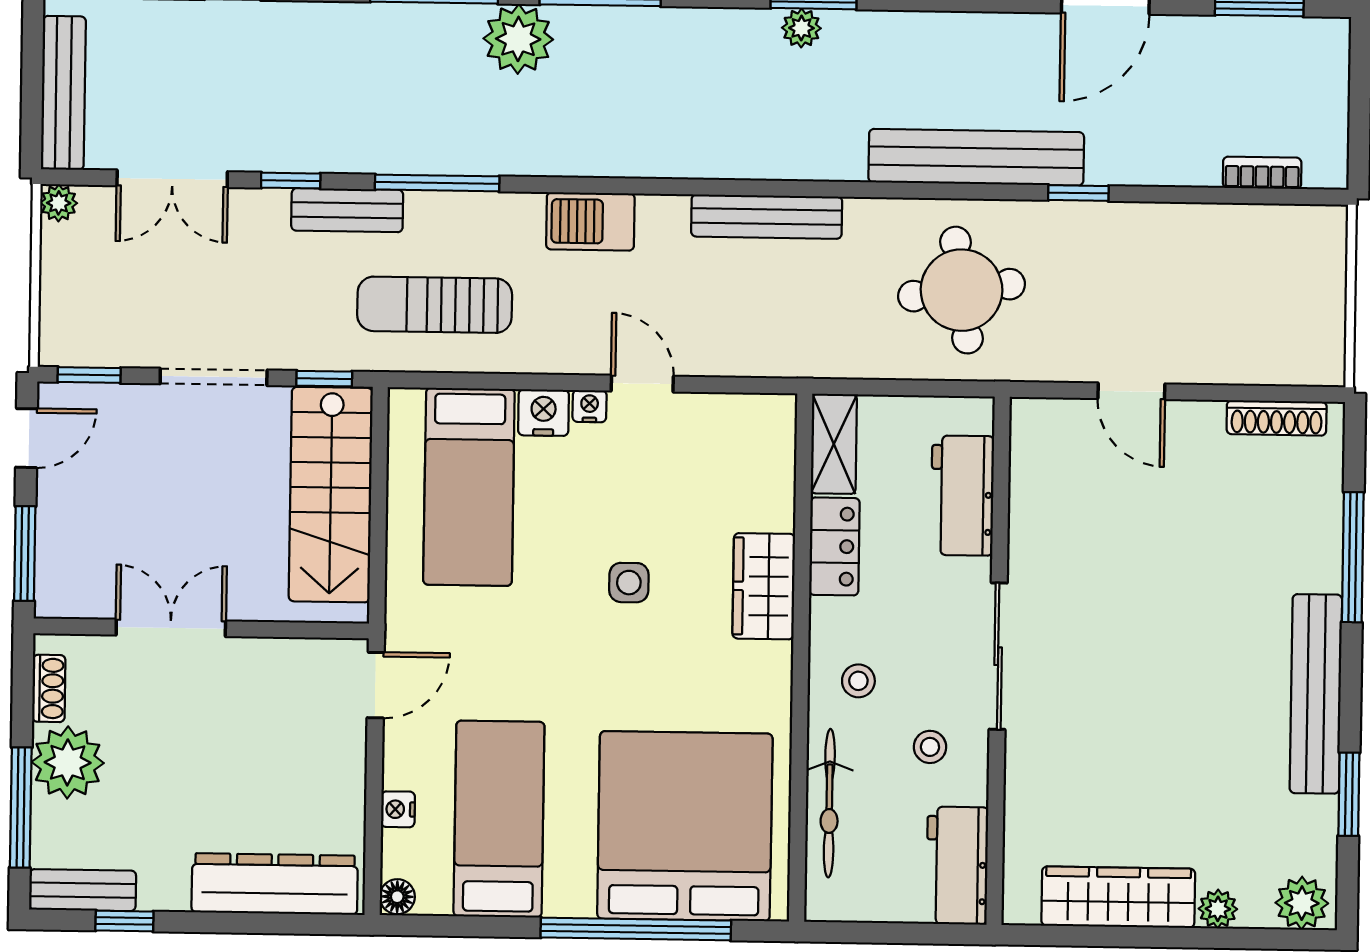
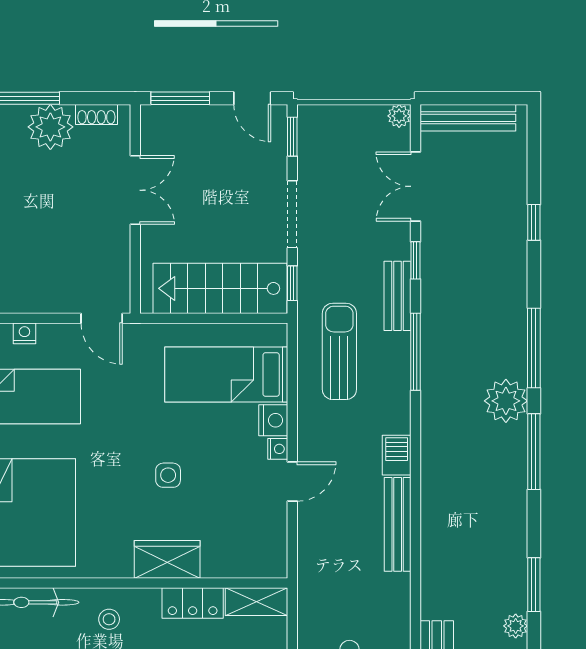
plant: (801, 28) -> (516, 626), moved
bench: (767, 217) -> (398, 524), moved
barbecue: (590, 221) -> (397, 455), width x0.73, depth x0.79

